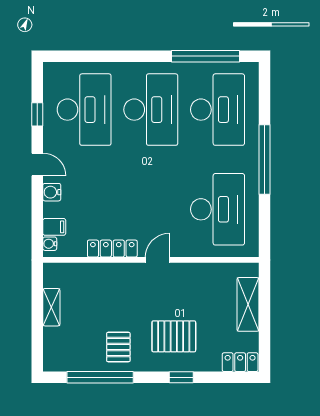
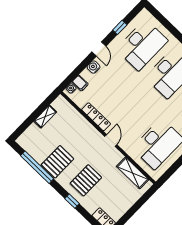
door: (157, 260) -> (111, 140), hinge flipped
shelving: (248, 304) -> (133, 173), moved, turned 90
pallet: (174, 336) -> (86, 180), turned 90
pallet: (118, 347) -> (58, 162), width x1.50, depth x1.42

